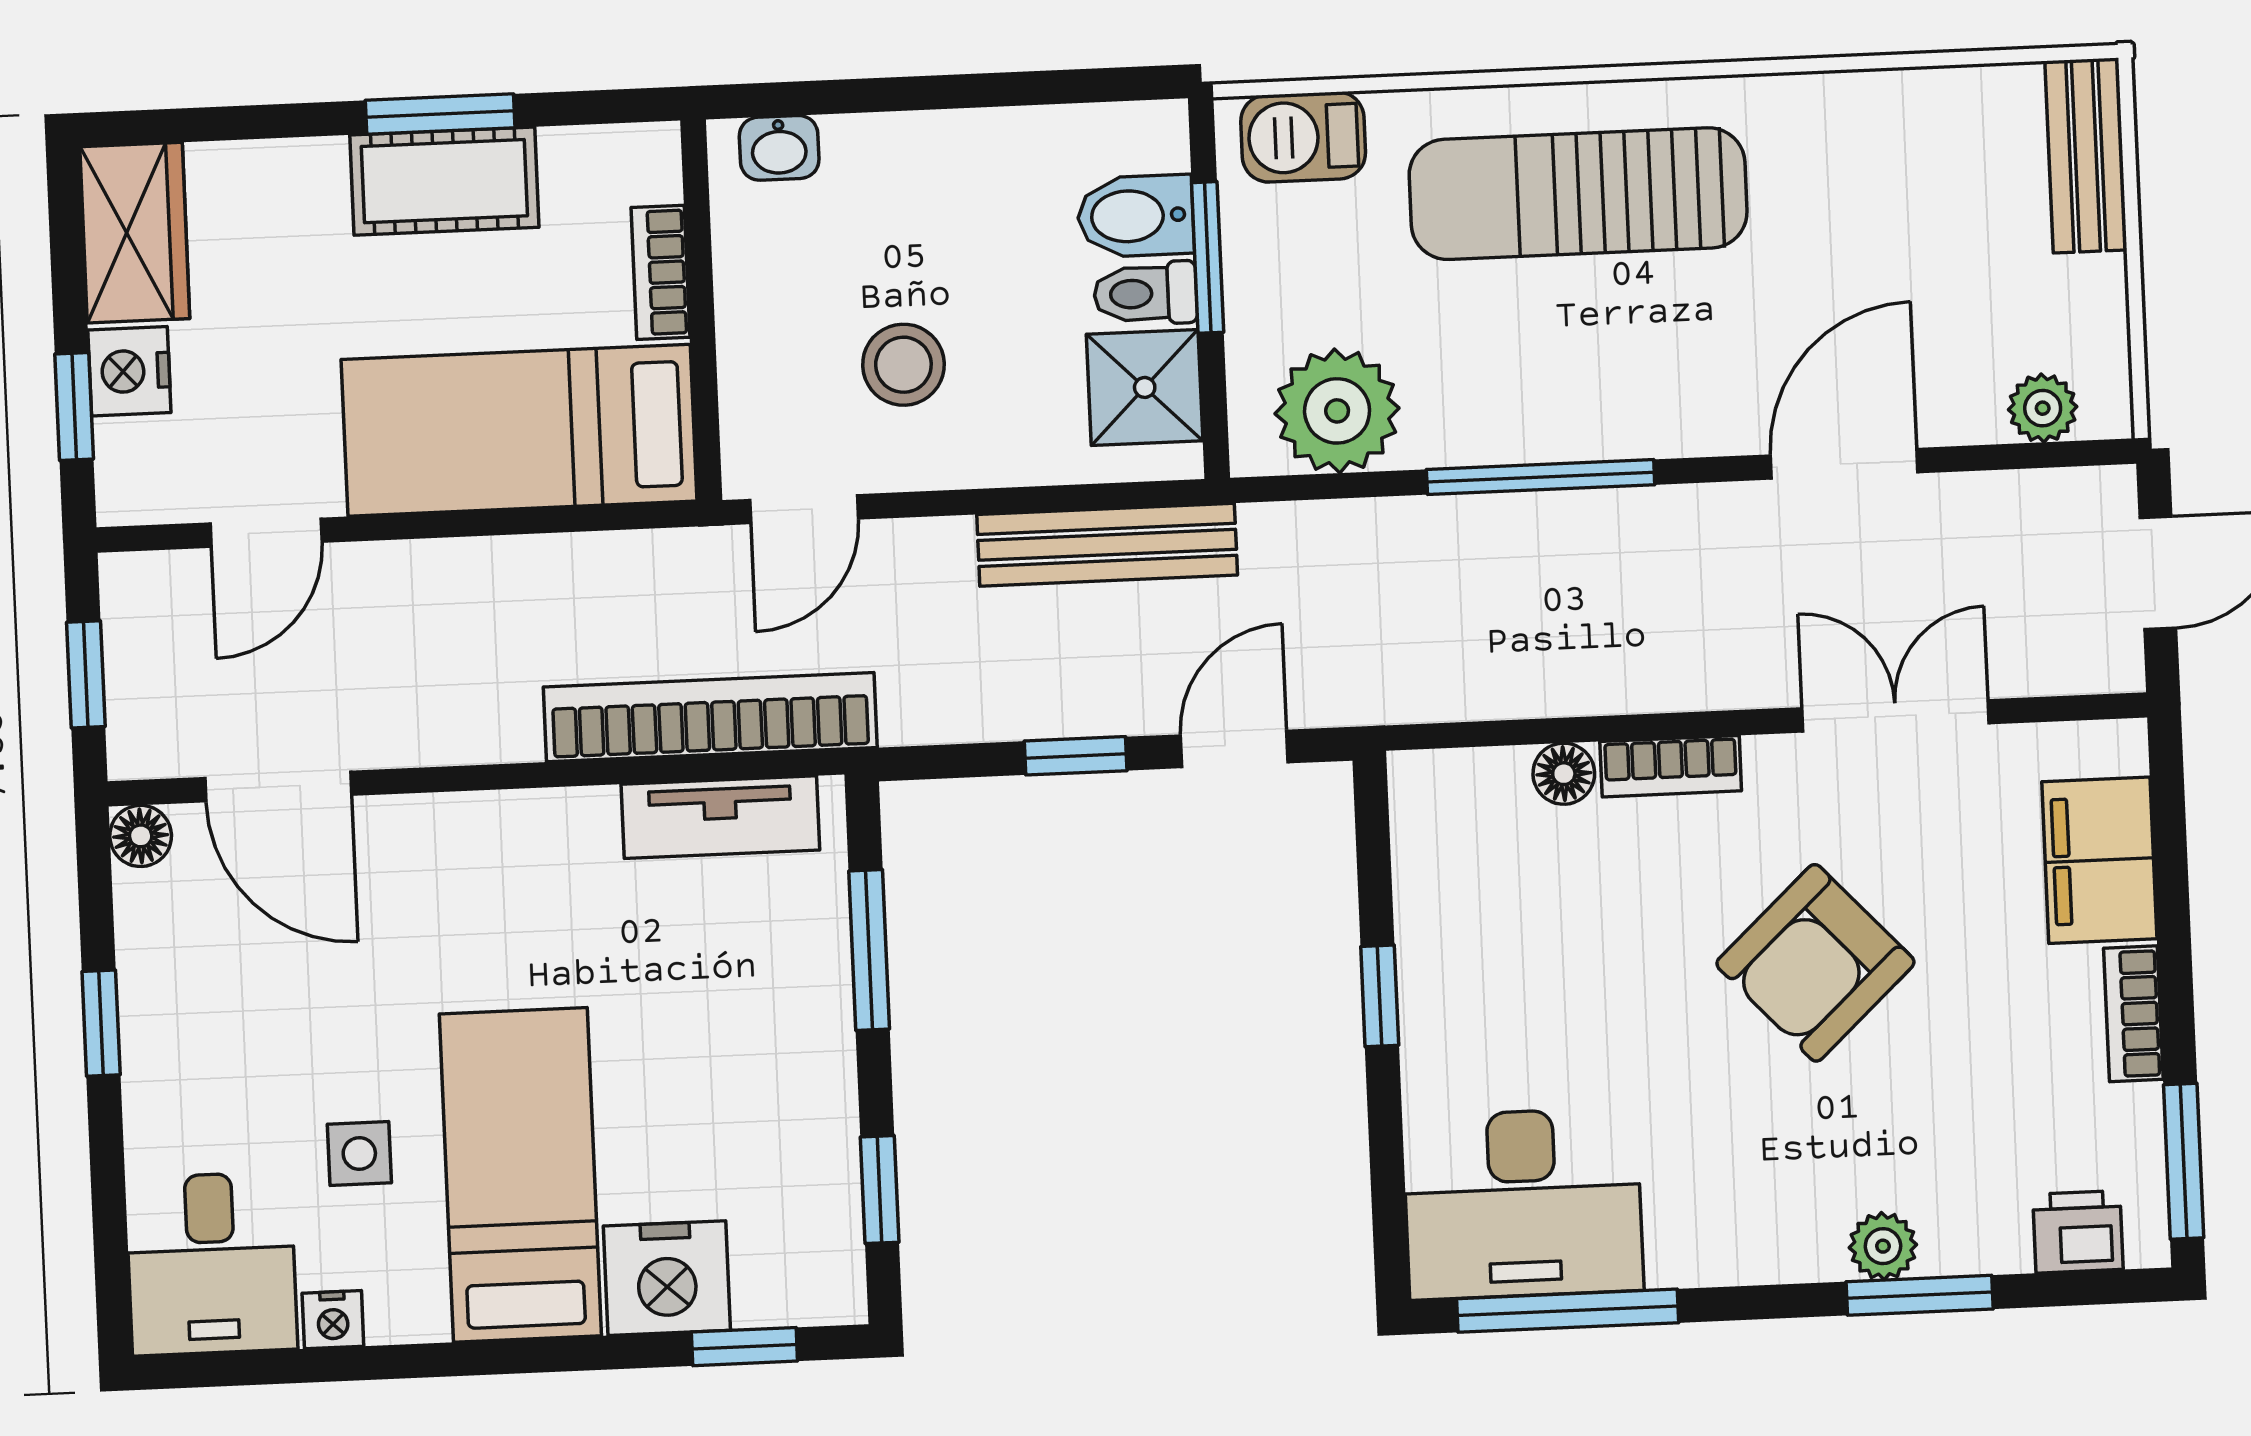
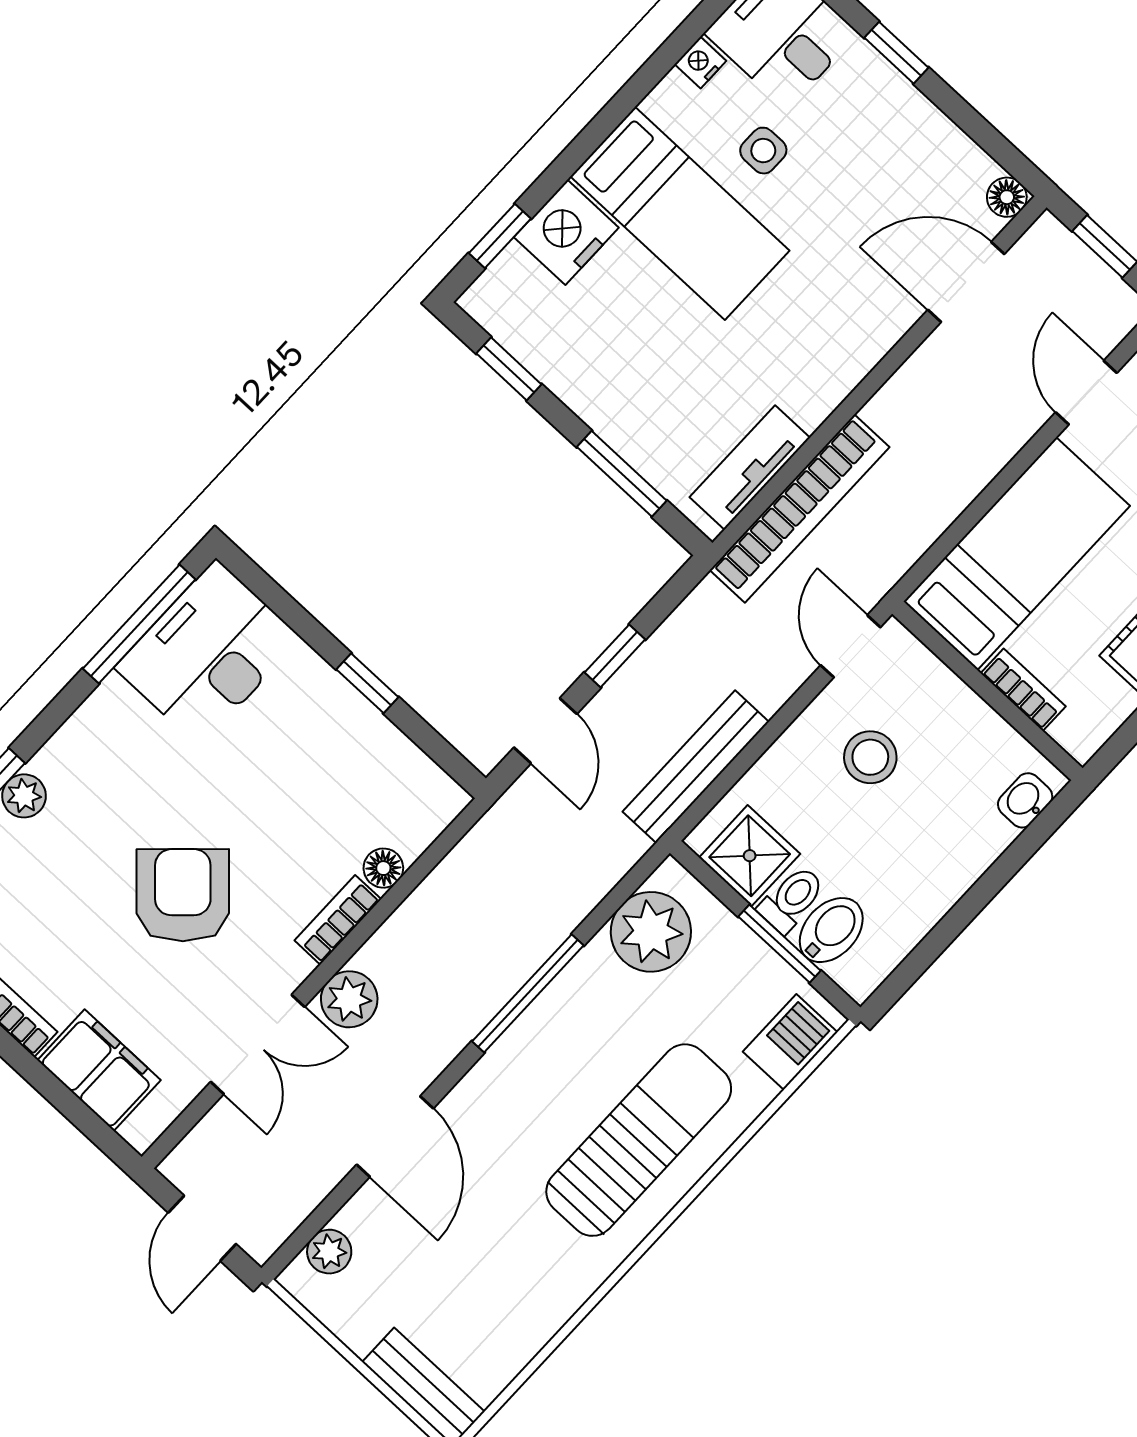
plant: (1745, 666) -> (349, 999), added
window: (101, 1023) -> (896, 53), moved

